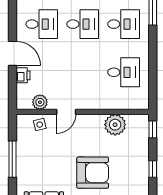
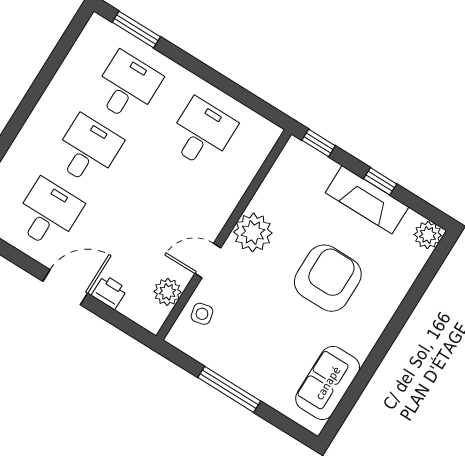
door: (66, 112) -> (208, 261), swing flipped
plant: (115, 125) -> (253, 232), moved
fireplace: (140, 168) -> (367, 200), added

